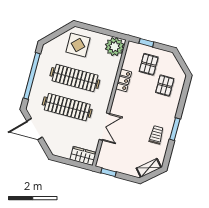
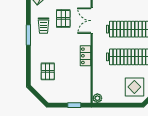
plant: (115, 47) -> (97, 98), width x0.53, depth x0.53
pallet: (149, 64) -> (63, 18), moved
locker: (124, 80) -> (85, 56), moved

